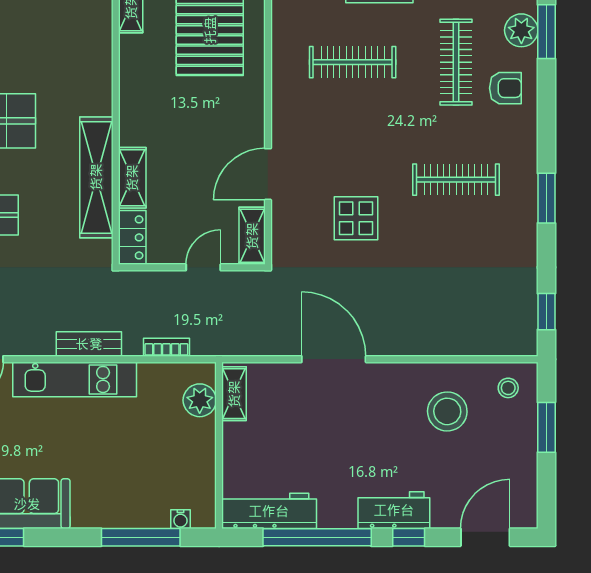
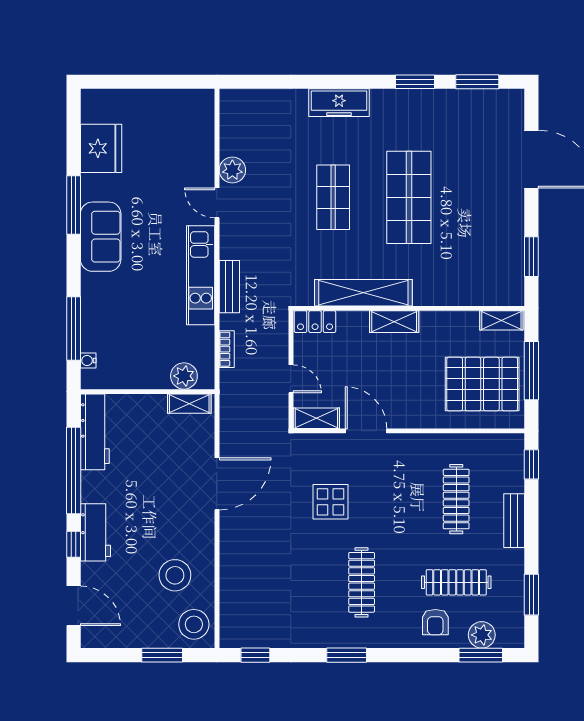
shelving: (132, 178) -> (394, 322), moved
stool: (508, 388) -> (194, 624), width x1.89, depth x1.89

